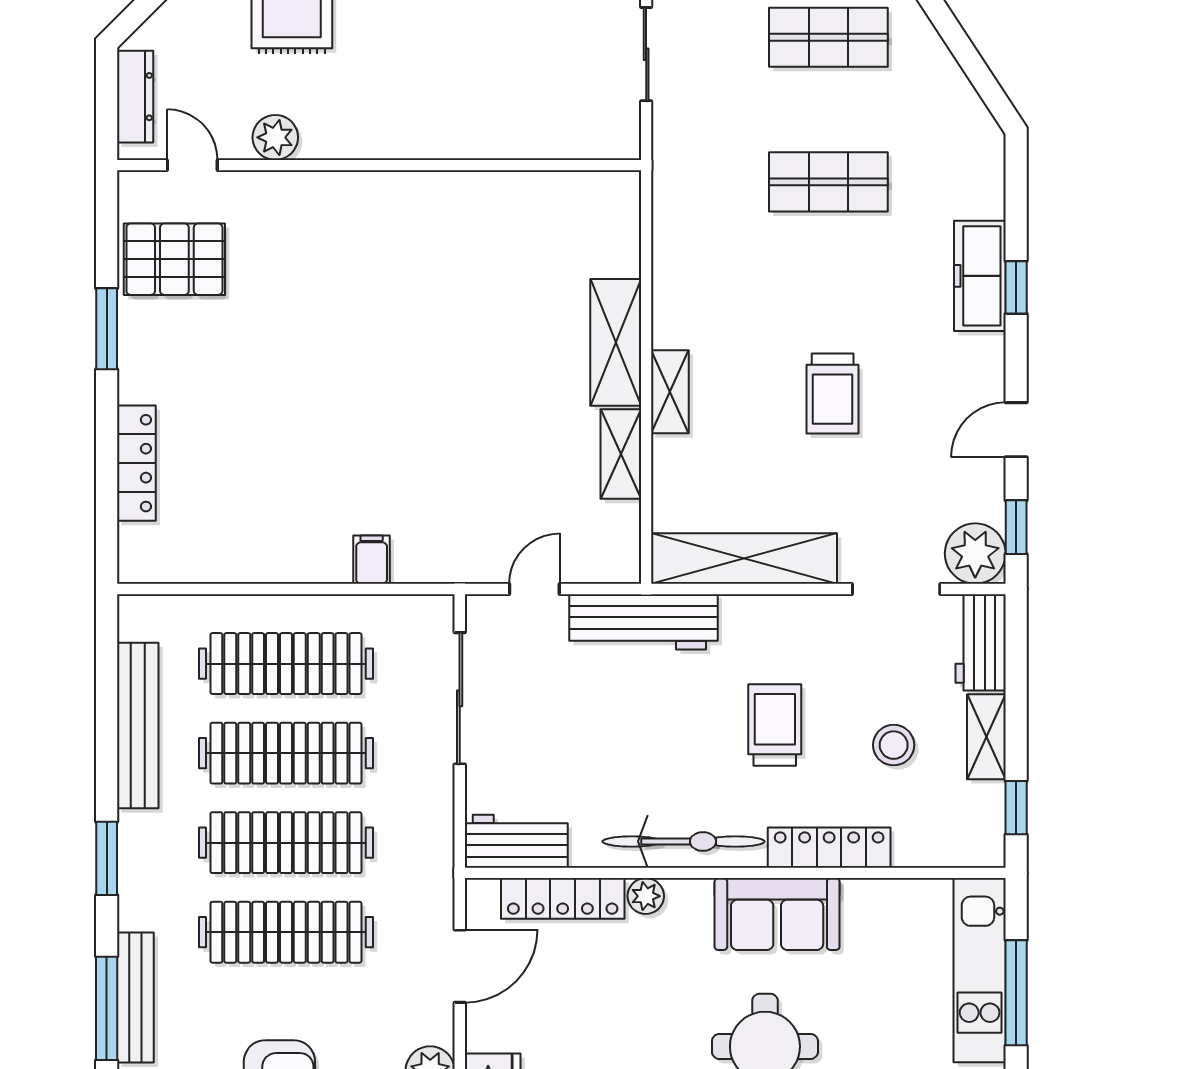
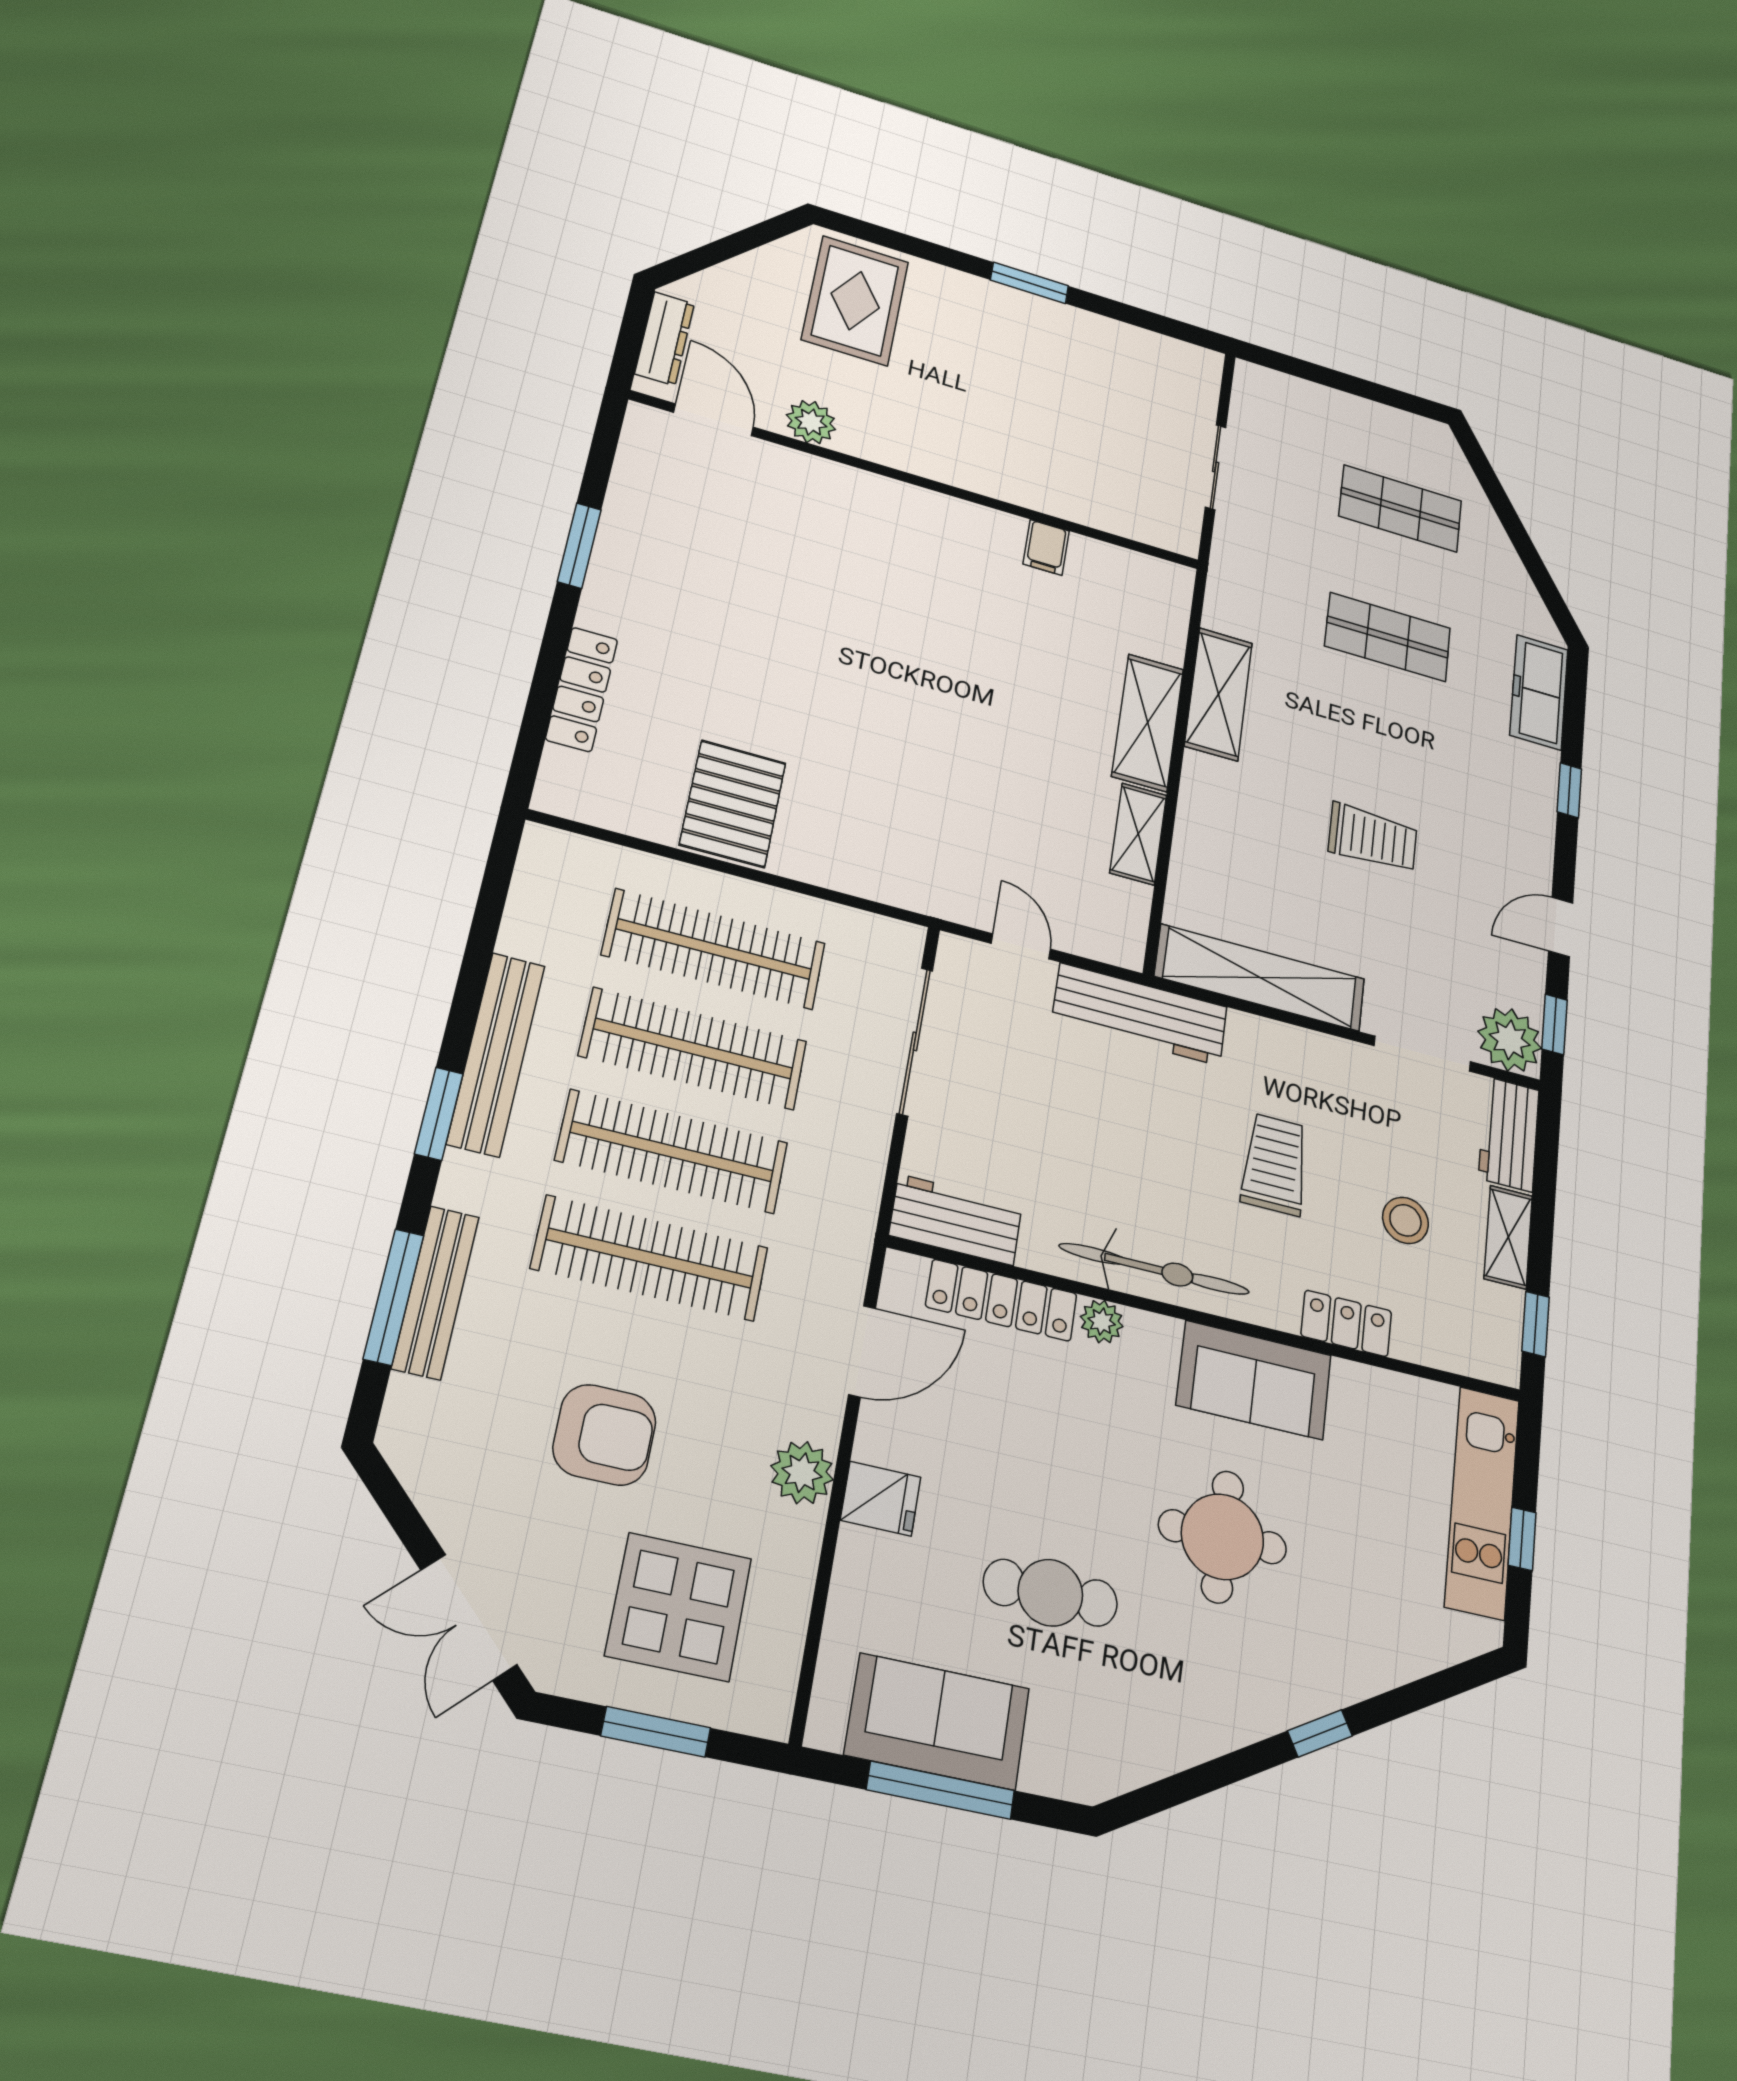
door: (192, 165) -> (714, 420), width x1.38
pallet: (174, 259) -> (733, 804), moved, turned 90
freezer: (980, 276) -> (1539, 692), moved
shelving: (670, 392) -> (1219, 694), moved, width x1.50, depth x1.33
trolley: (833, 394) -> (1373, 838), turned -90
filing cabinet: (372, 560) -> (1046, 547), moved, turned 180
door: (534, 589) -> (1021, 946), hinge flipped
bench: (138, 726) -> (496, 1054), moved
locker: (829, 848) -> (1346, 1323), width x0.66
window: (1016, 993) -> (1522, 1539), width x0.46

